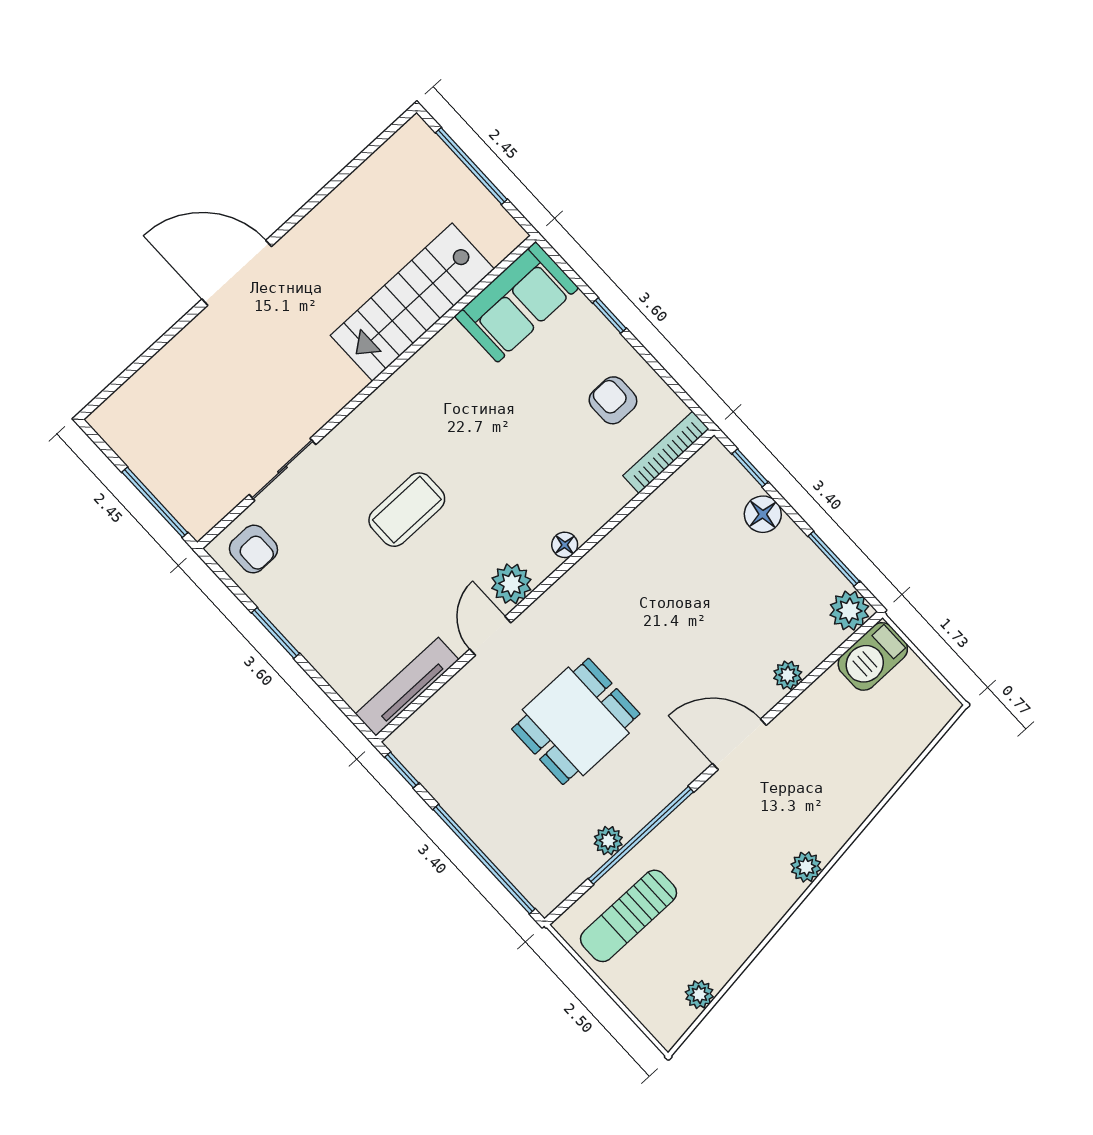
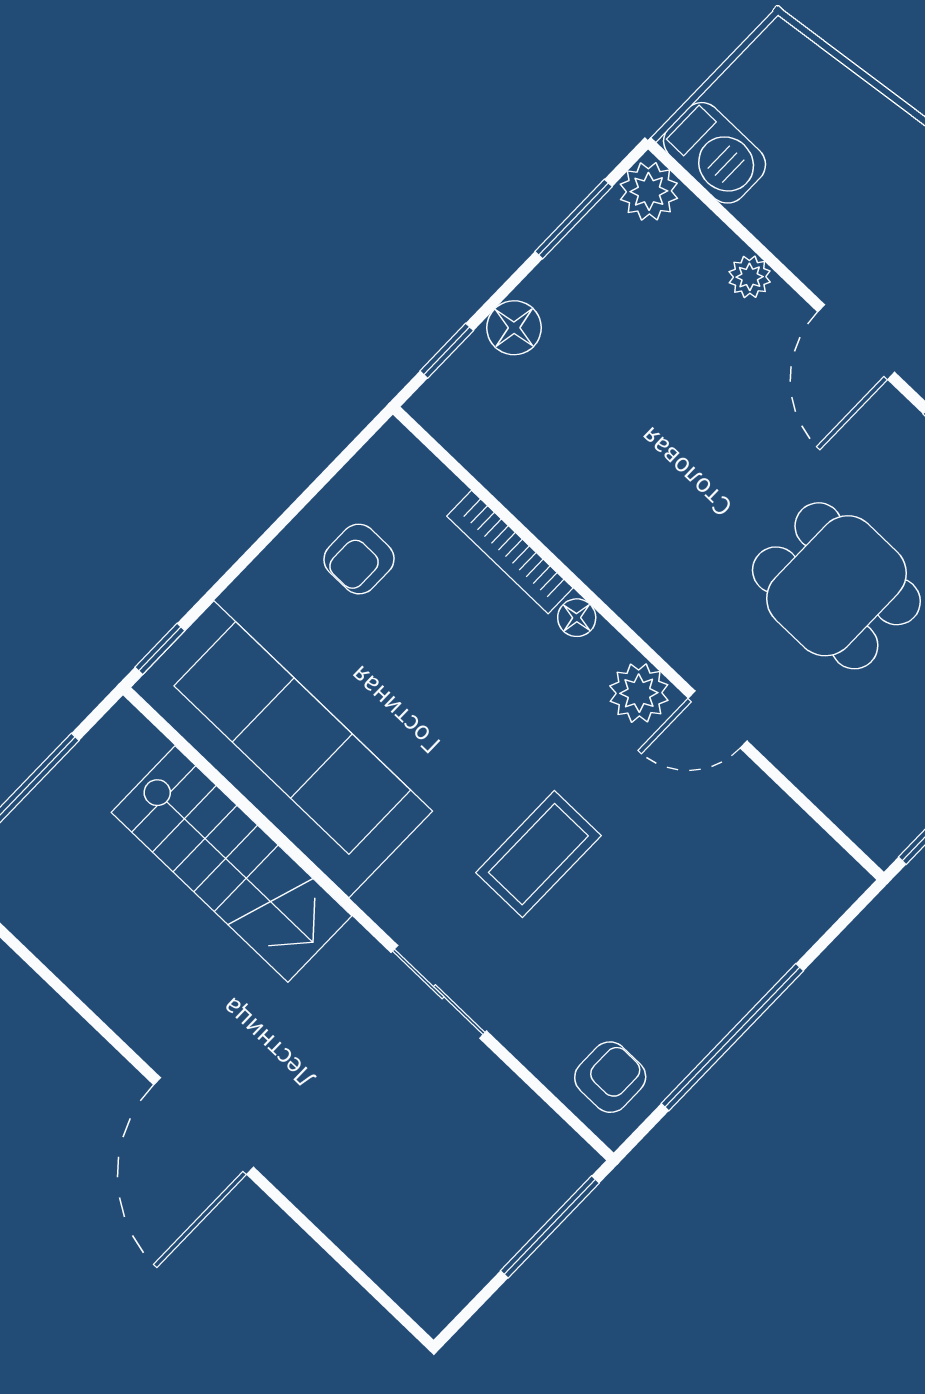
sofa: (517, 302) -> (281, 749), width x1.85, depth x1.27
window: (609, 316) -> (160, 649), moved
bookcase: (666, 452) -> (510, 552), moved
sliding door: (282, 469) -> (439, 992), moved
coffee table: (407, 510) -> (538, 854), turned 90
window: (275, 633) -> (732, 1037), width x2.11
tv unit: (407, 687) -> (800, 838), removed

